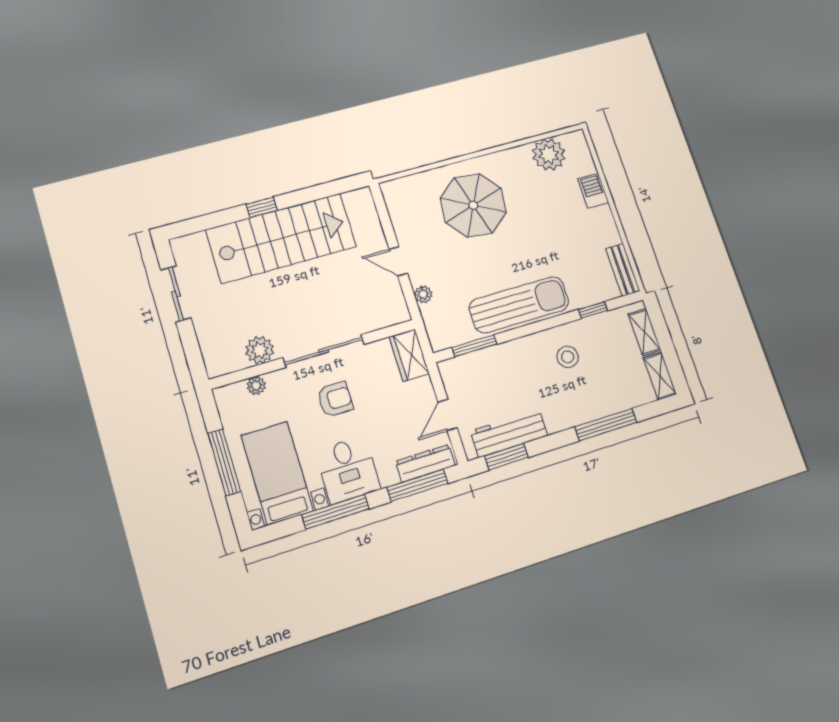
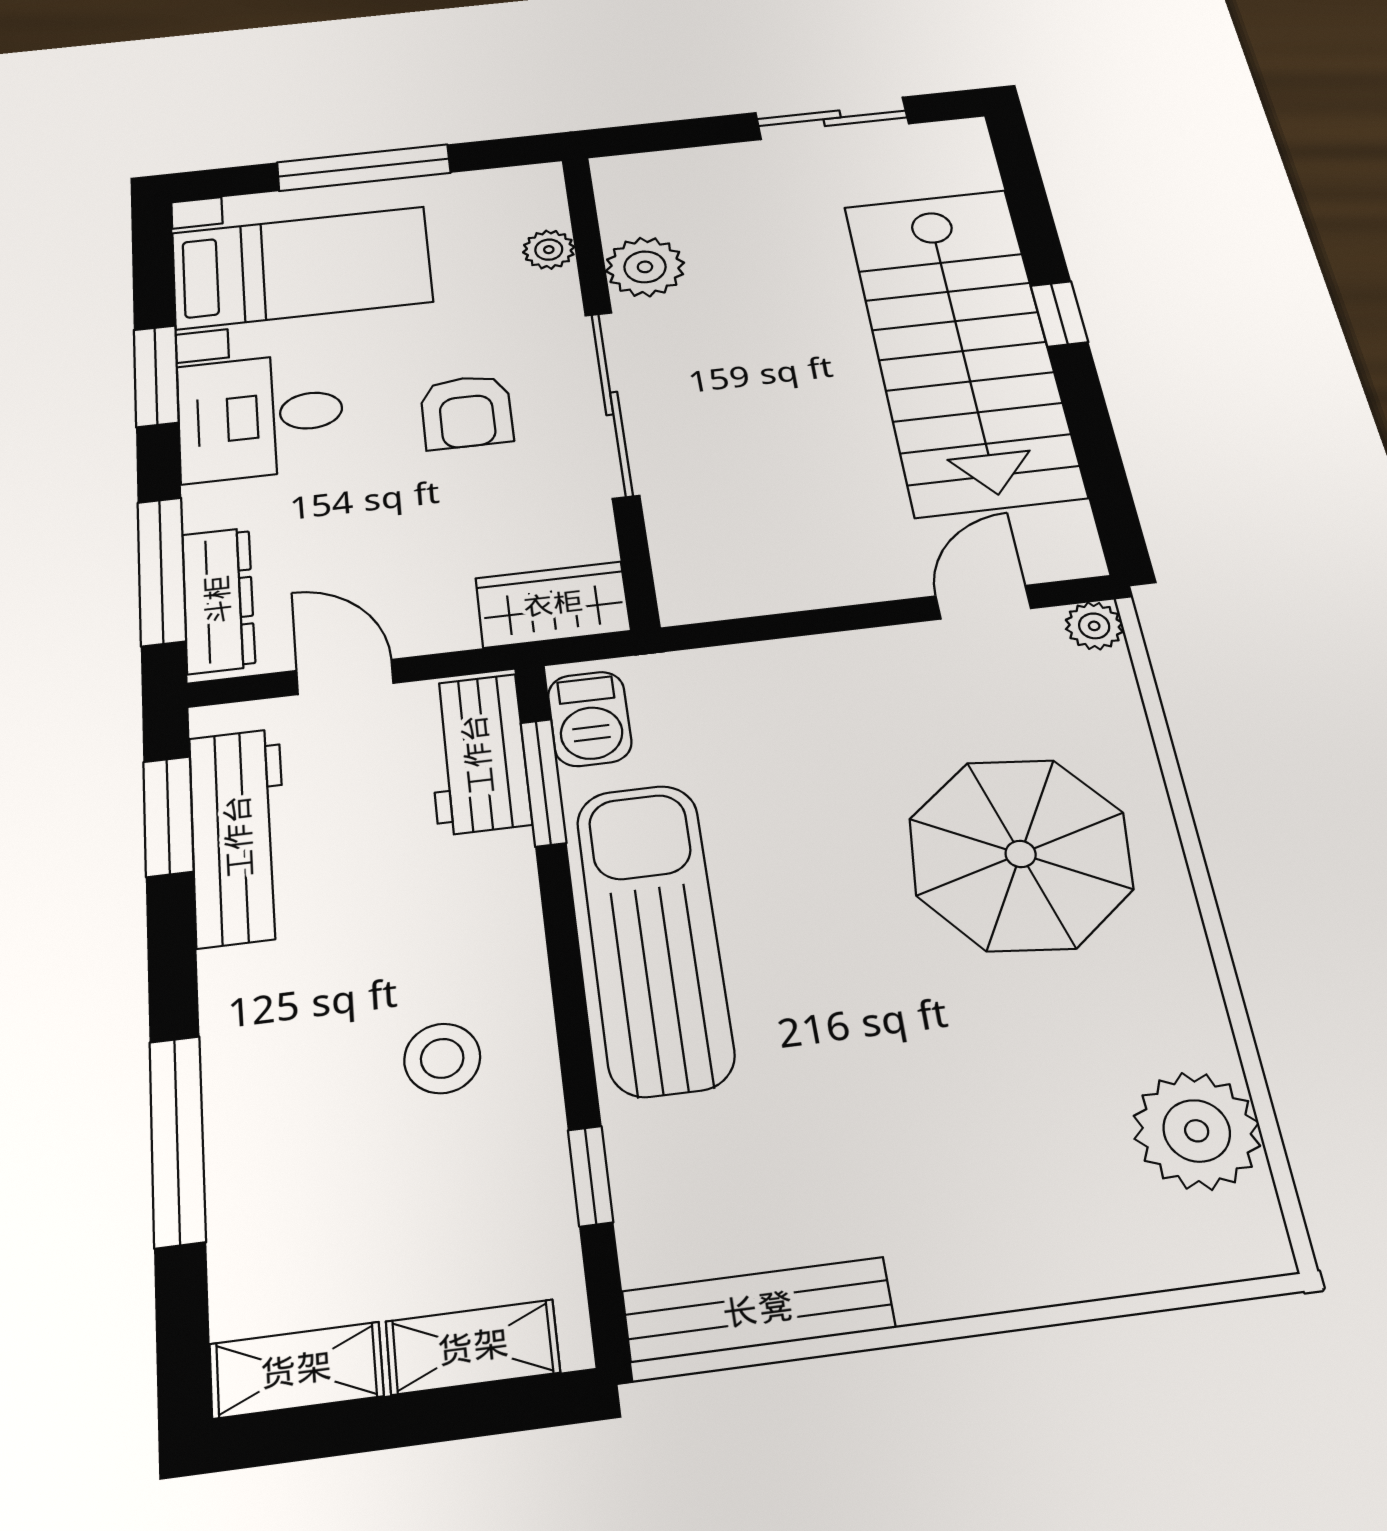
barbecue: (593, 191) -> (590, 719), moved, turned 90
door: (398, 261) -> (983, 602), moved
bench: (623, 270) -> (758, 1310), width x1.36
plant: (423, 294) -> (1094, 626), moved
sun lounger: (519, 305) -> (654, 936), turned 180
workbench: (468, 368) -> (478, 754), added
window: (335, 512) -> (156, 376), width x0.69

